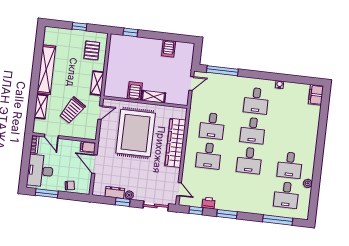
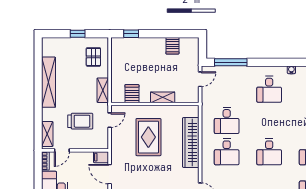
server rack: (135, 91) -> (132, 94), moved
shelving: (41, 106) -> (47, 134), moved
trolley: (72, 110) -> (80, 121), turned -123
desk: (253, 131) -> (269, 120), removed
rug: (136, 133) -> (148, 137), width x0.73, depth x0.69
door: (51, 136) -> (62, 150), hinge flipped

